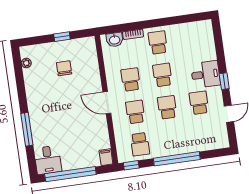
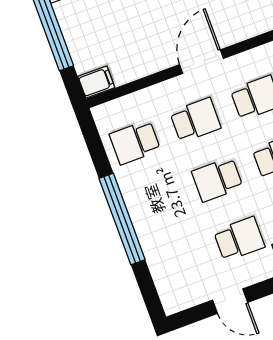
school desk: (167, 107) -> (217, 179), turned 180
window: (131, 165) -> (91, 134), removed

